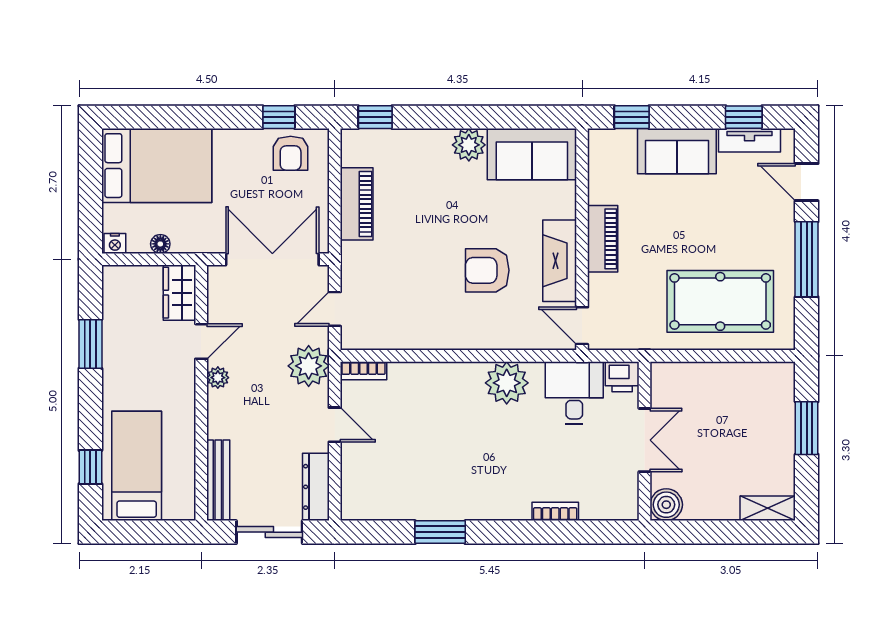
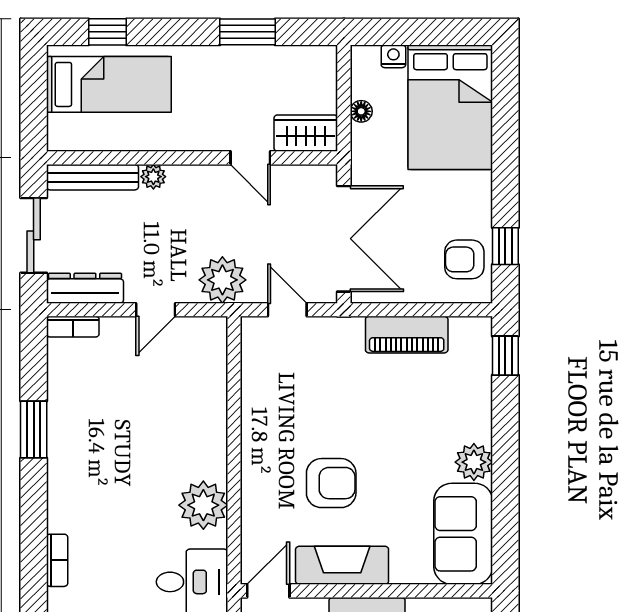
nightstand: (115, 243) -> (393, 56), moved, turned 90
armchair: (487, 270) -> (331, 483), turned 90
bookcase: (364, 371) -> (73, 327), moved, turned -90
plant: (218, 378) -> (153, 177), moved

